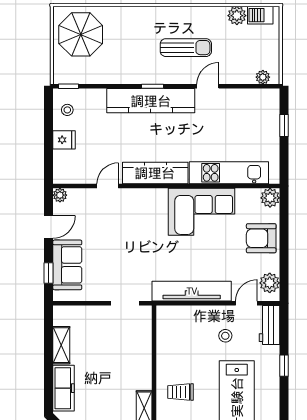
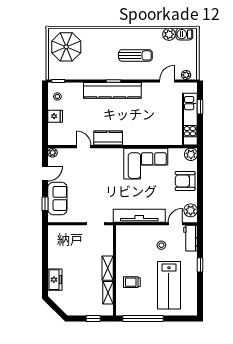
door: (208, 86) -> (167, 81), moved
kitchen counter: (155, 173) -> (108, 138), width x0.67
kitchen unit: (229, 173) -> (190, 119), moved, turned -90
door: (108, 186) -> (84, 147), hinge flipped
shelving: (61, 345) -> (108, 268), moved
freezer: (64, 388) -> (55, 280), width x0.71

